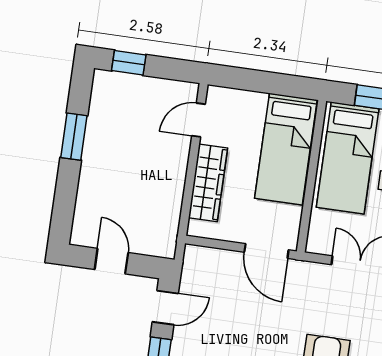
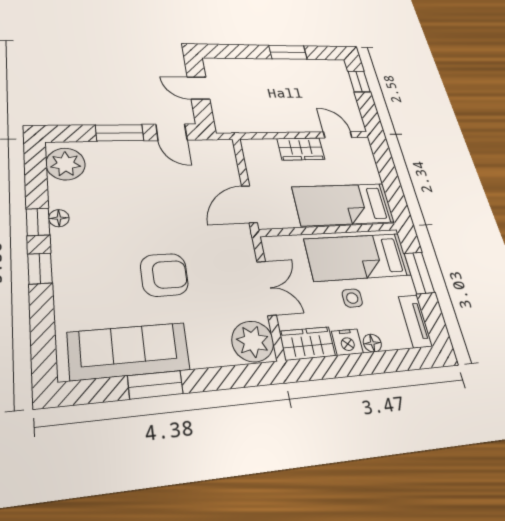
wardrobe: (208, 183) -> (301, 149), width x0.67
door: (111, 261) -> (199, 88), swing flipped

